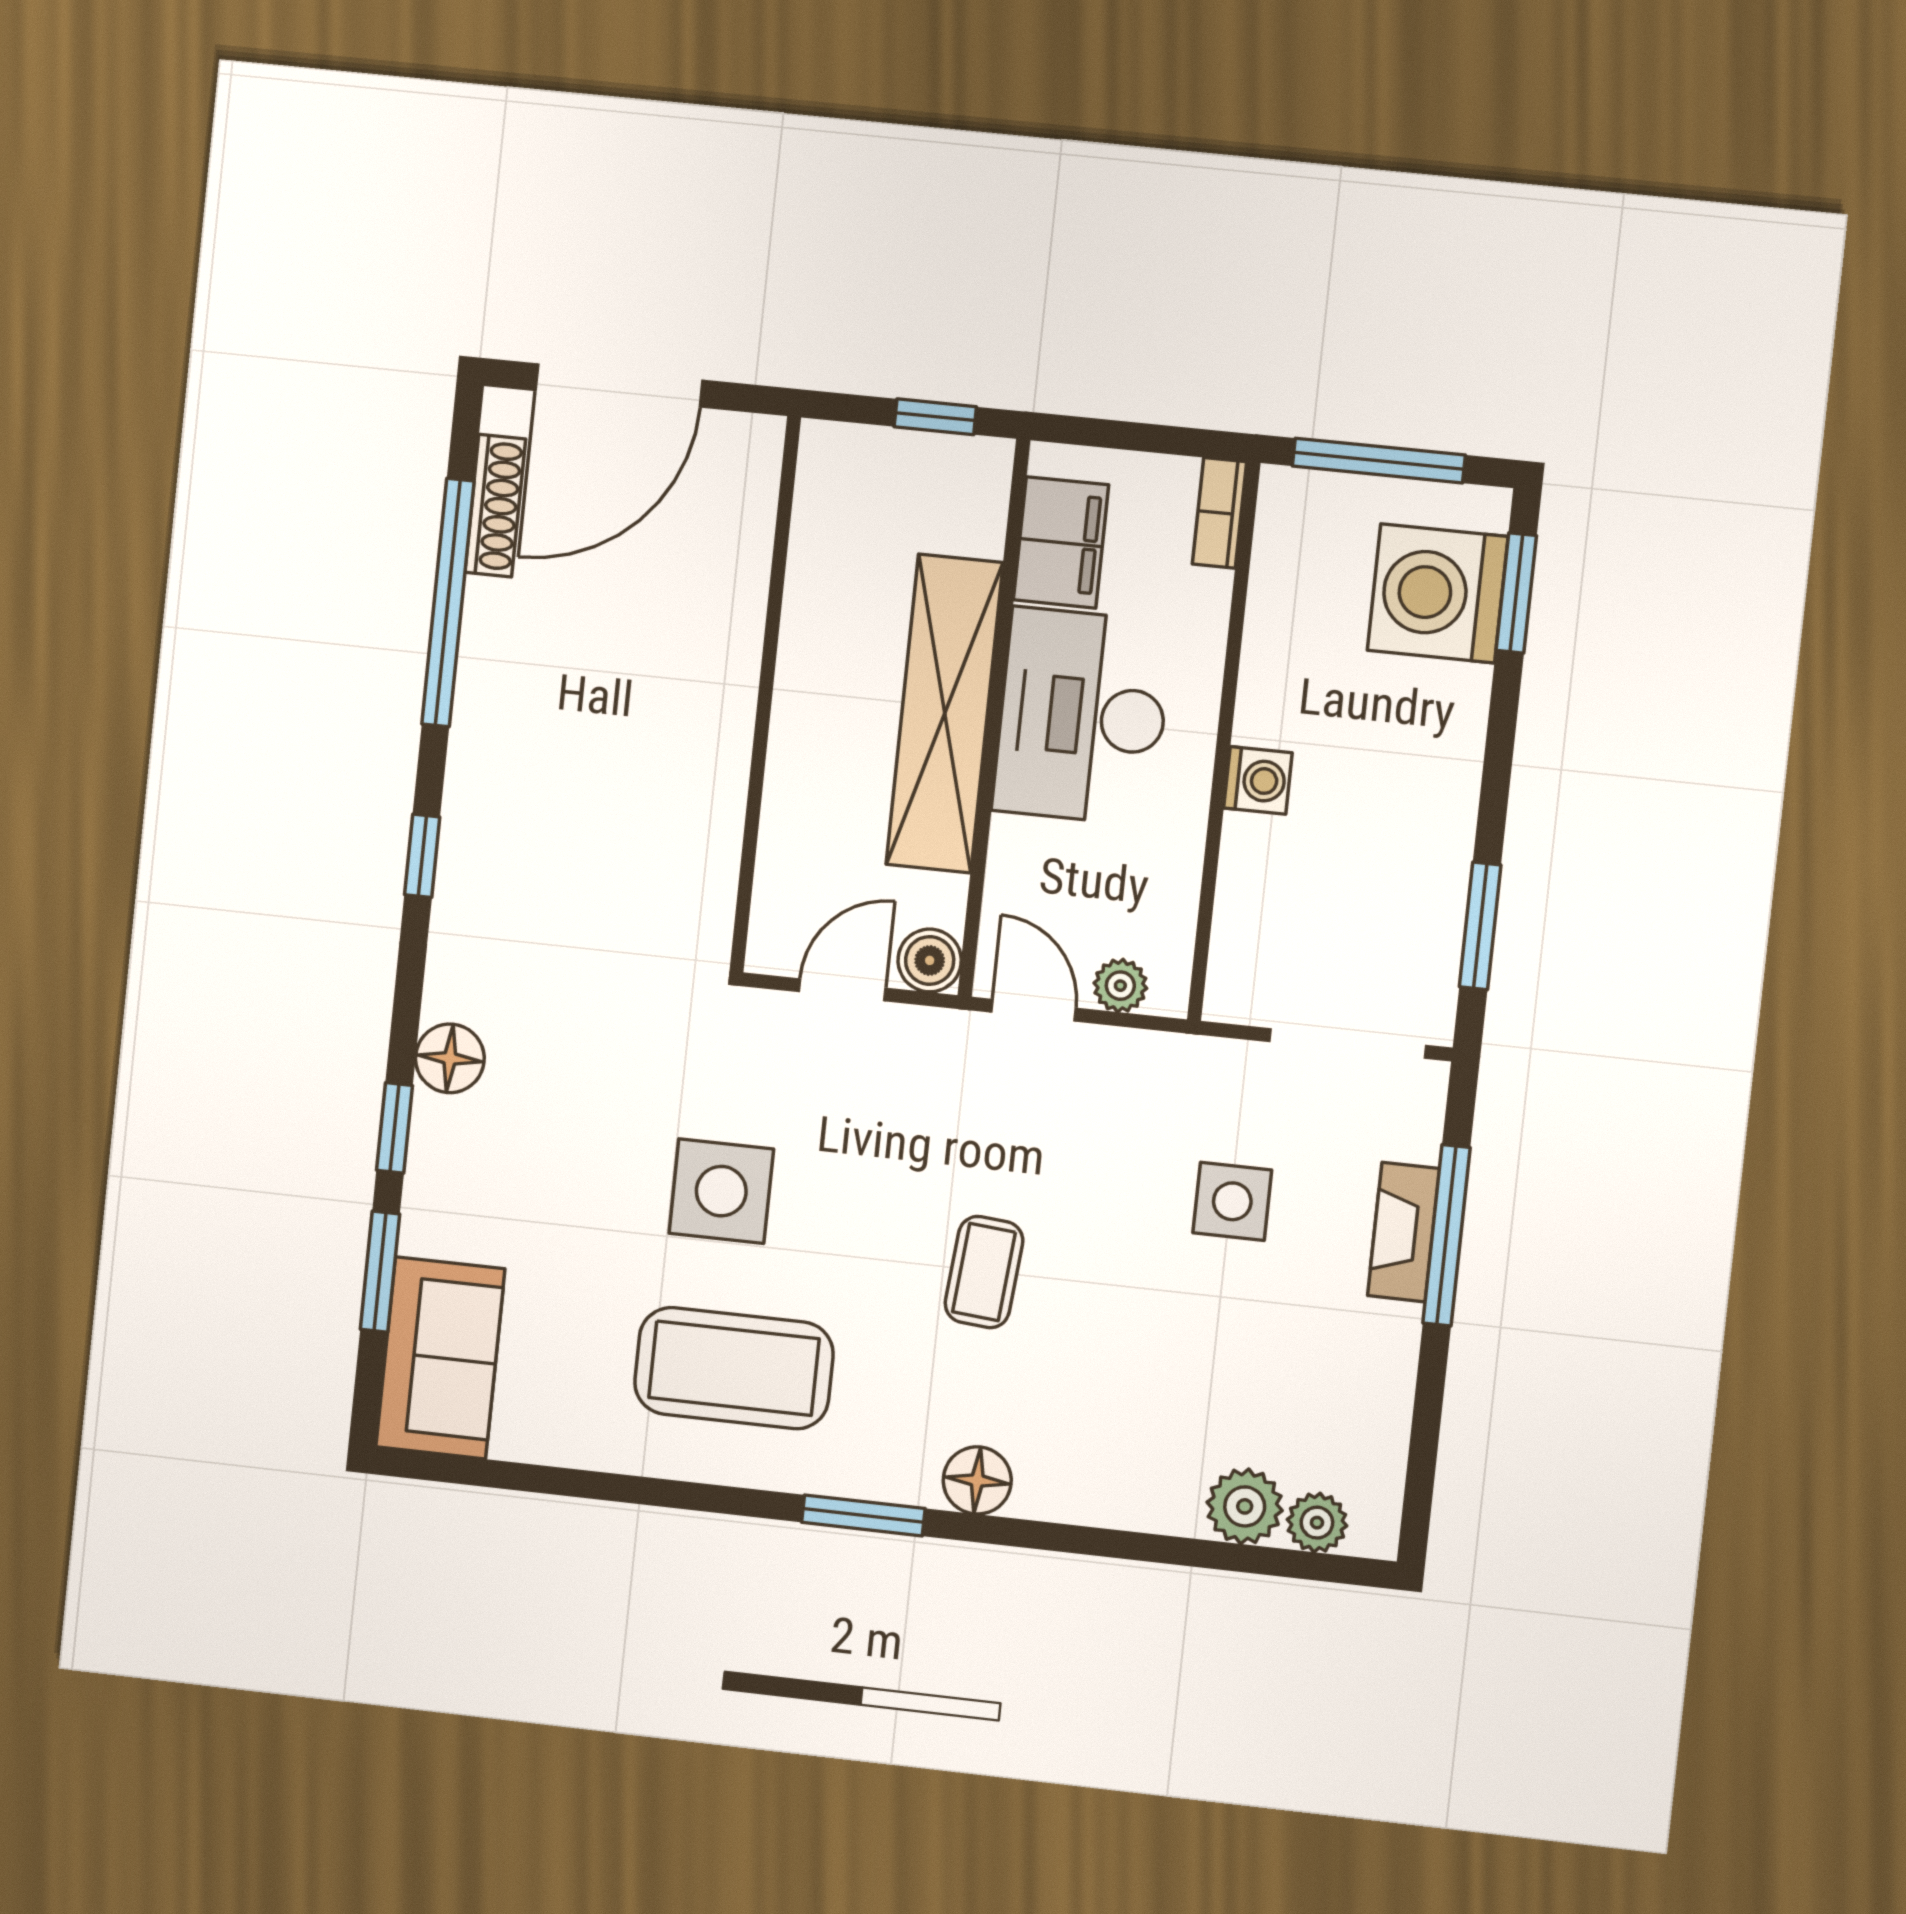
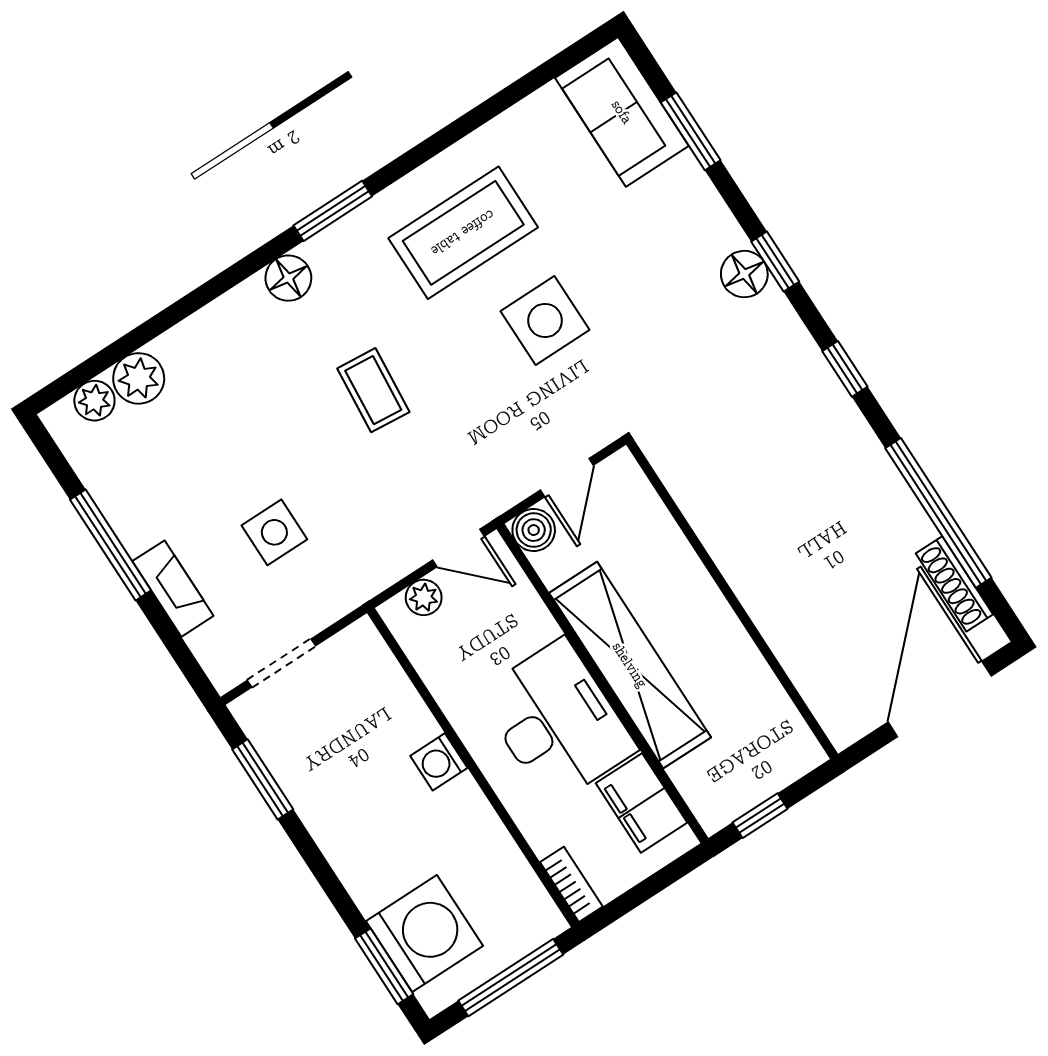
doorway: (1348, 1043) -> (281, 663), width x0.73
window: (395, 1128) -> (775, 262), moved
window: (1446, 1235) -> (111, 545), moved

